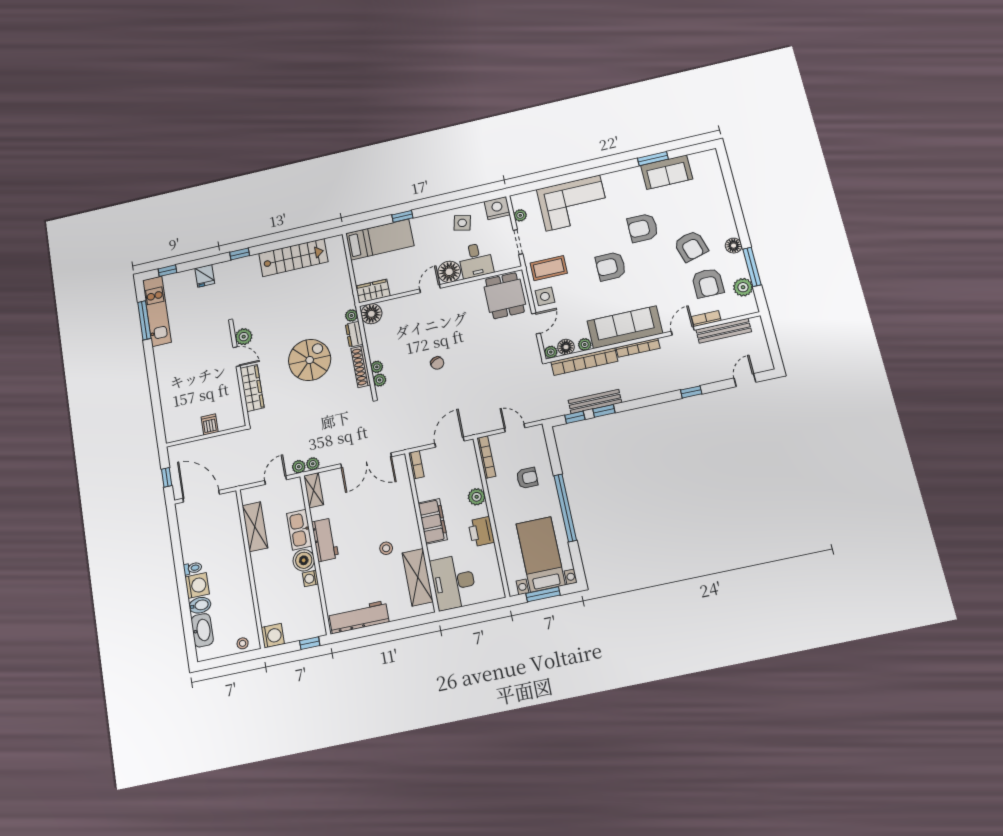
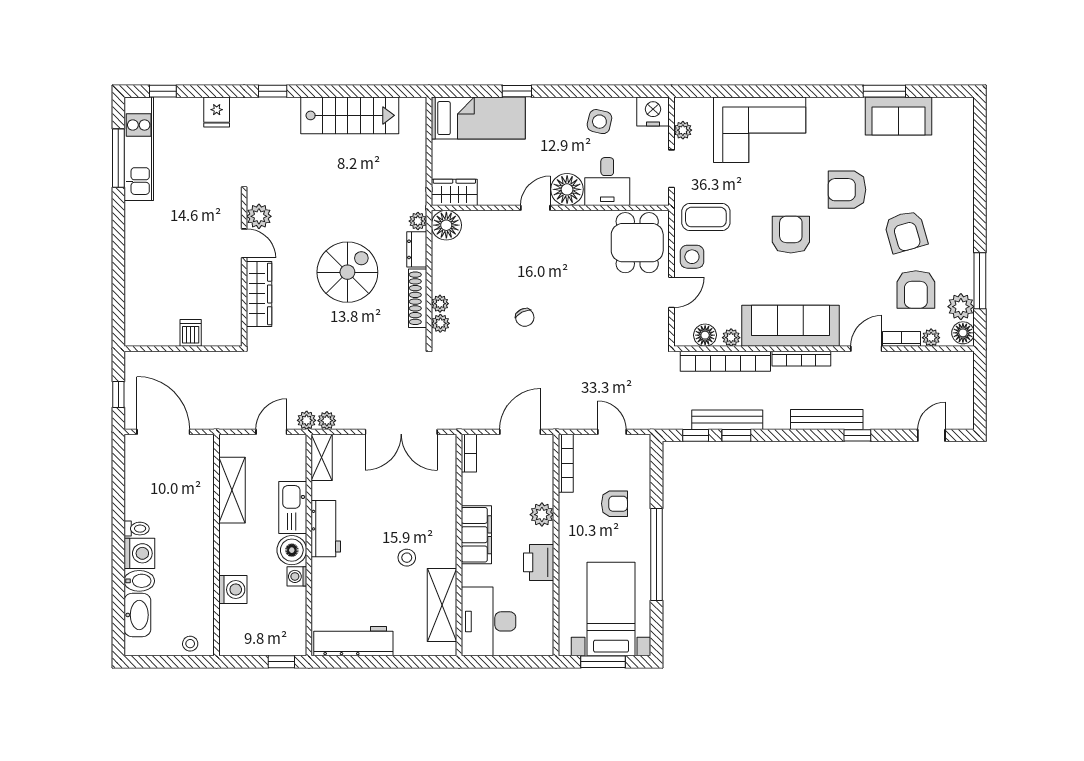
floor lamp: (734, 246) -> (963, 333), moved
armchair: (611, 266) -> (791, 235), turned 90
bench: (724, 331) -> (827, 419), moved
plant: (551, 352) -> (931, 338), moved
washing machine: (273, 636) -> (233, 590), moved

